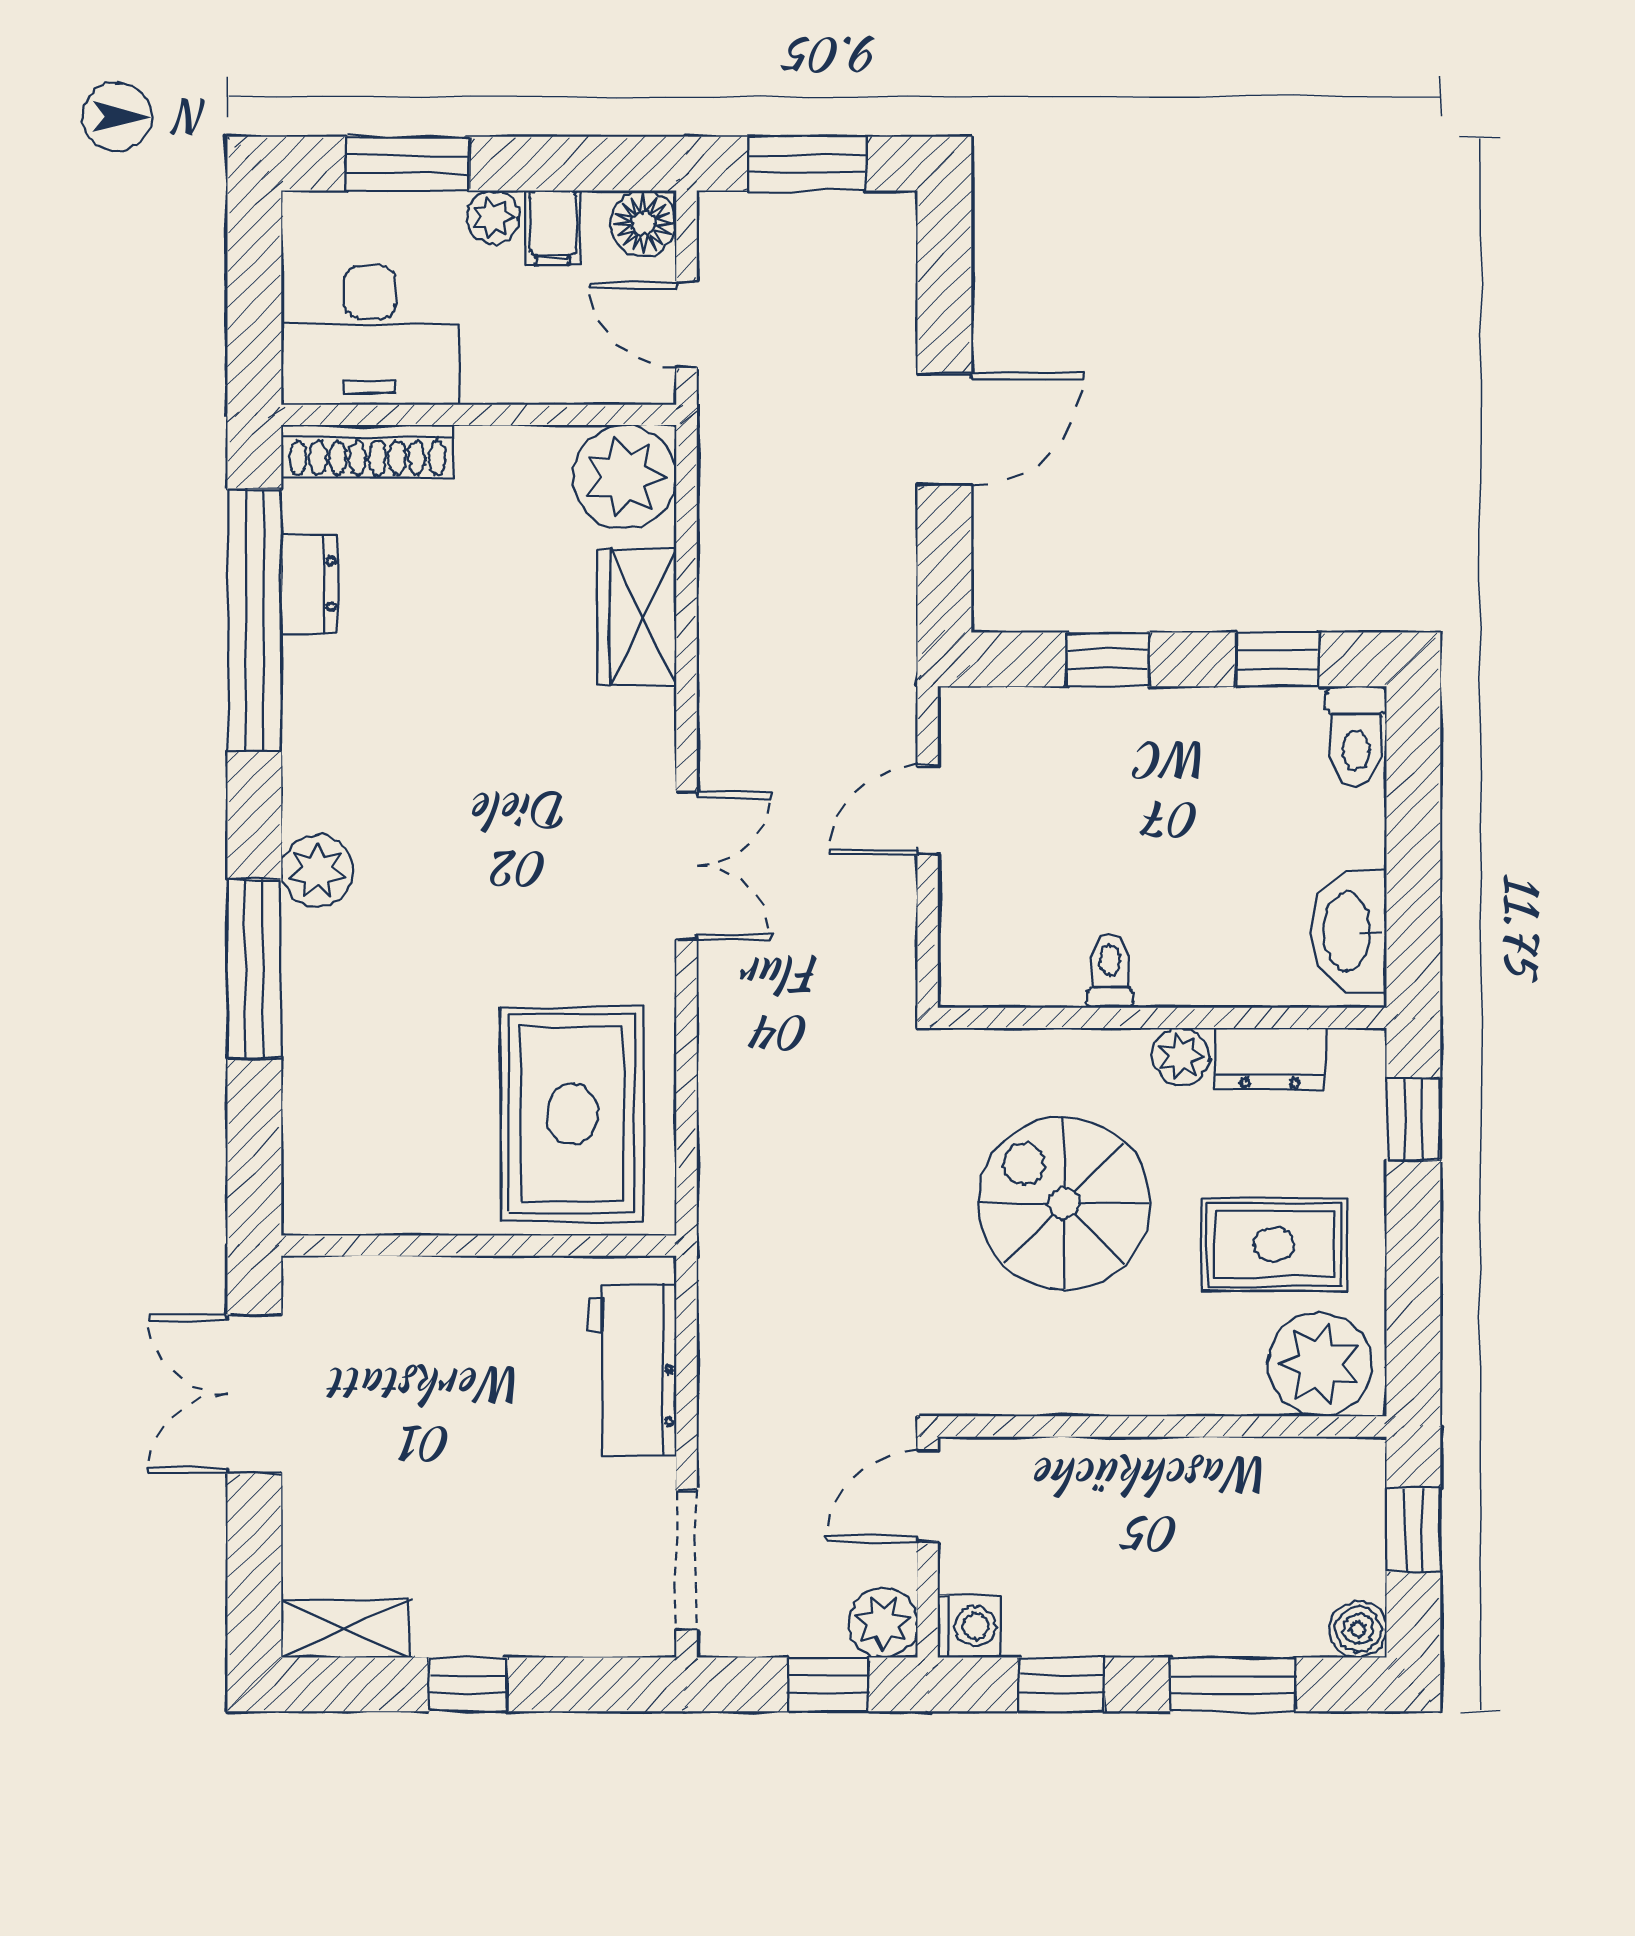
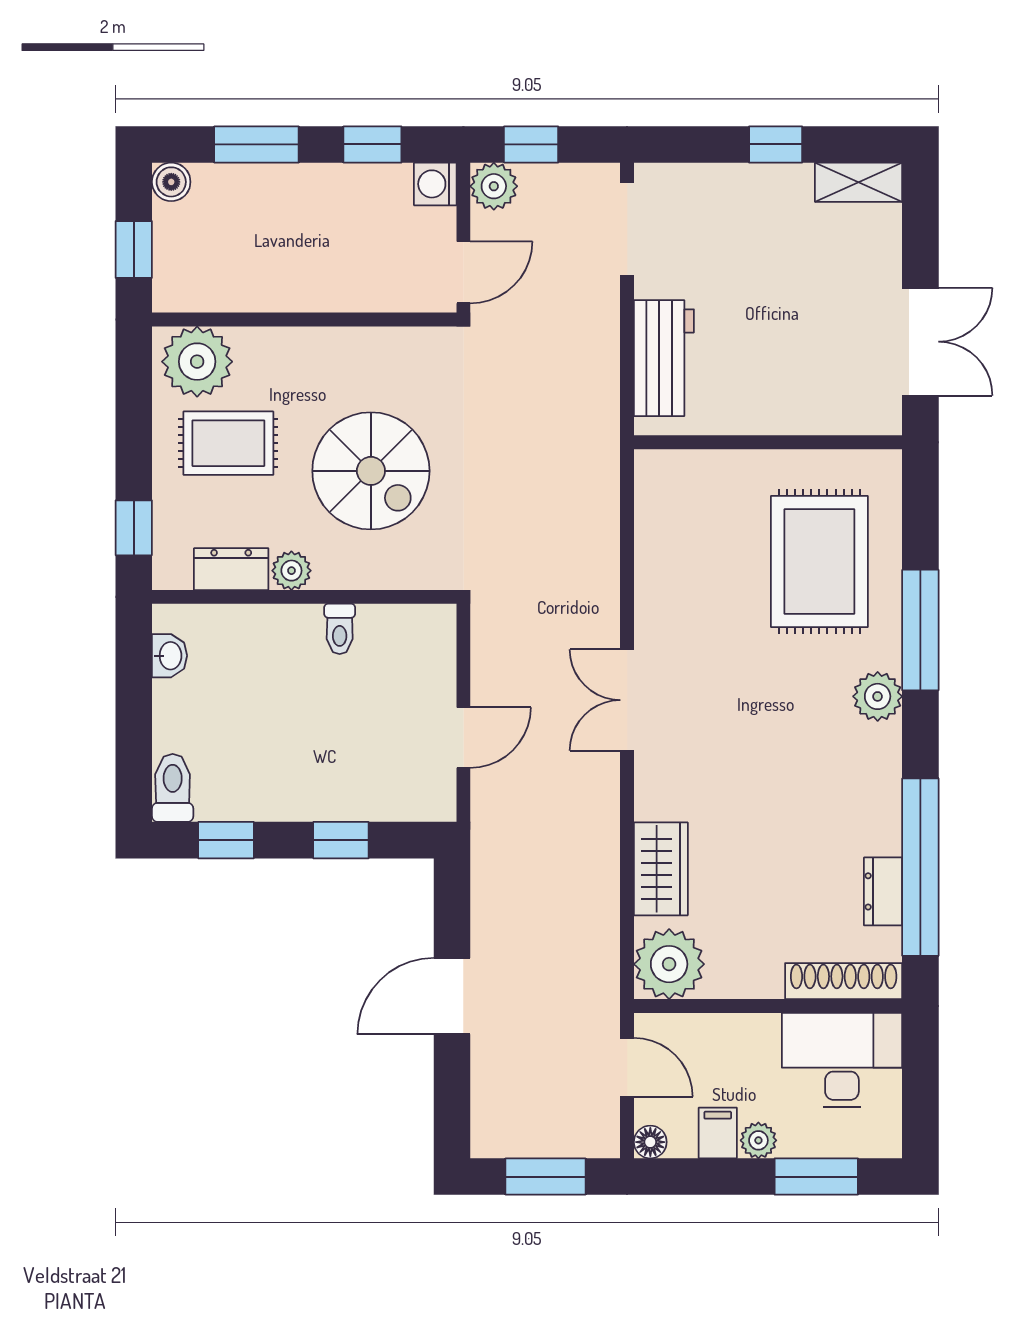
floor lamp: (643, 224) -> (650, 1142), width x0.73, depth x0.73
washbasin: (1349, 931) -> (169, 656), width x0.52, depth x0.69
rug: (572, 1114) -> (819, 561), moved

